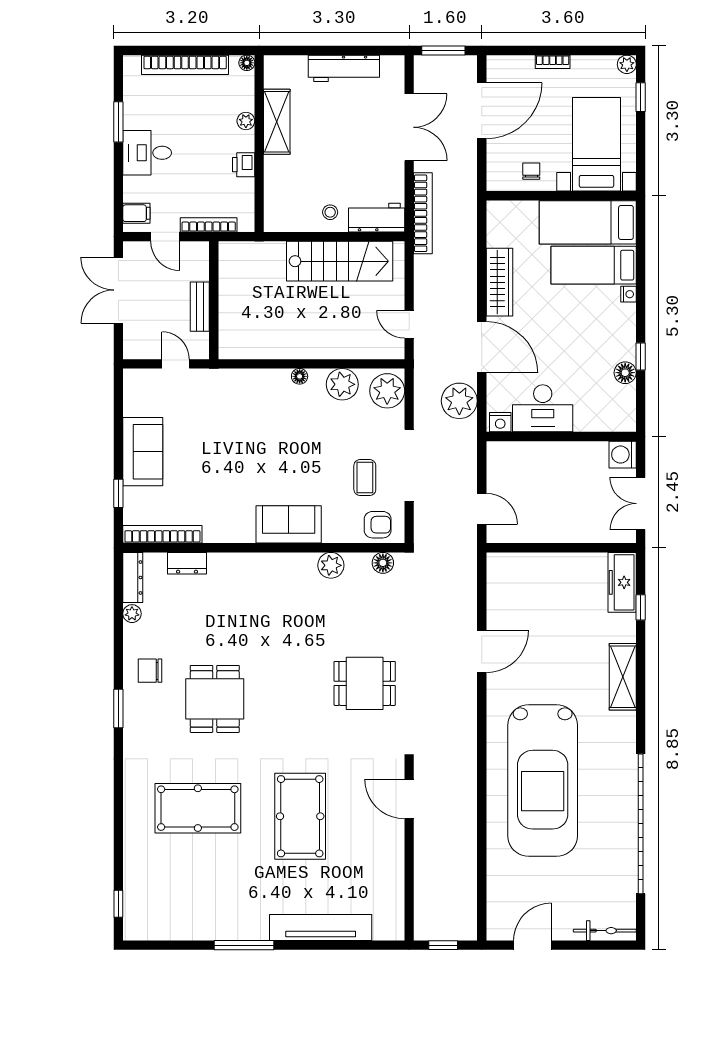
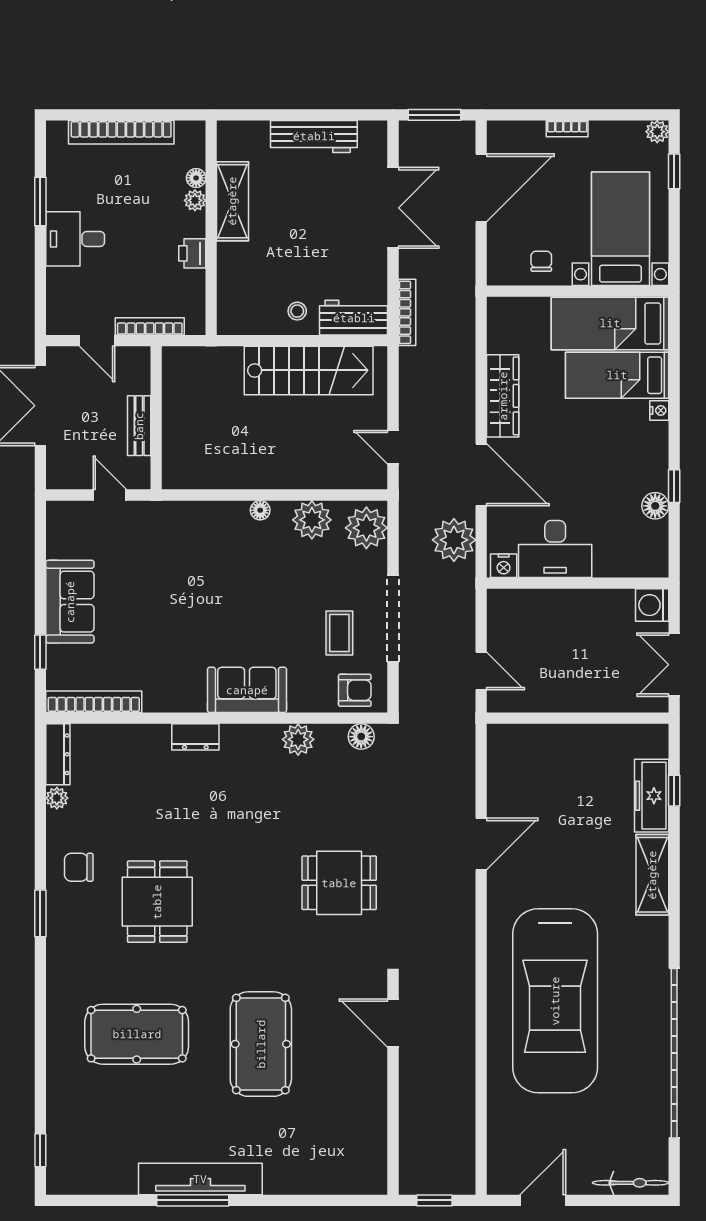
floor lamp: (247, 63) -> (196, 178), moved
filing cabinet: (136, 213) -> (62, 312), removed
bookcase: (423, 213) -> (407, 312), width x0.68, depth x0.76
dresser: (187, 563) -> (195, 737), moved
freezer: (622, 582) -> (652, 796), moved
tv unit: (321, 928) -> (200, 1179), moved

